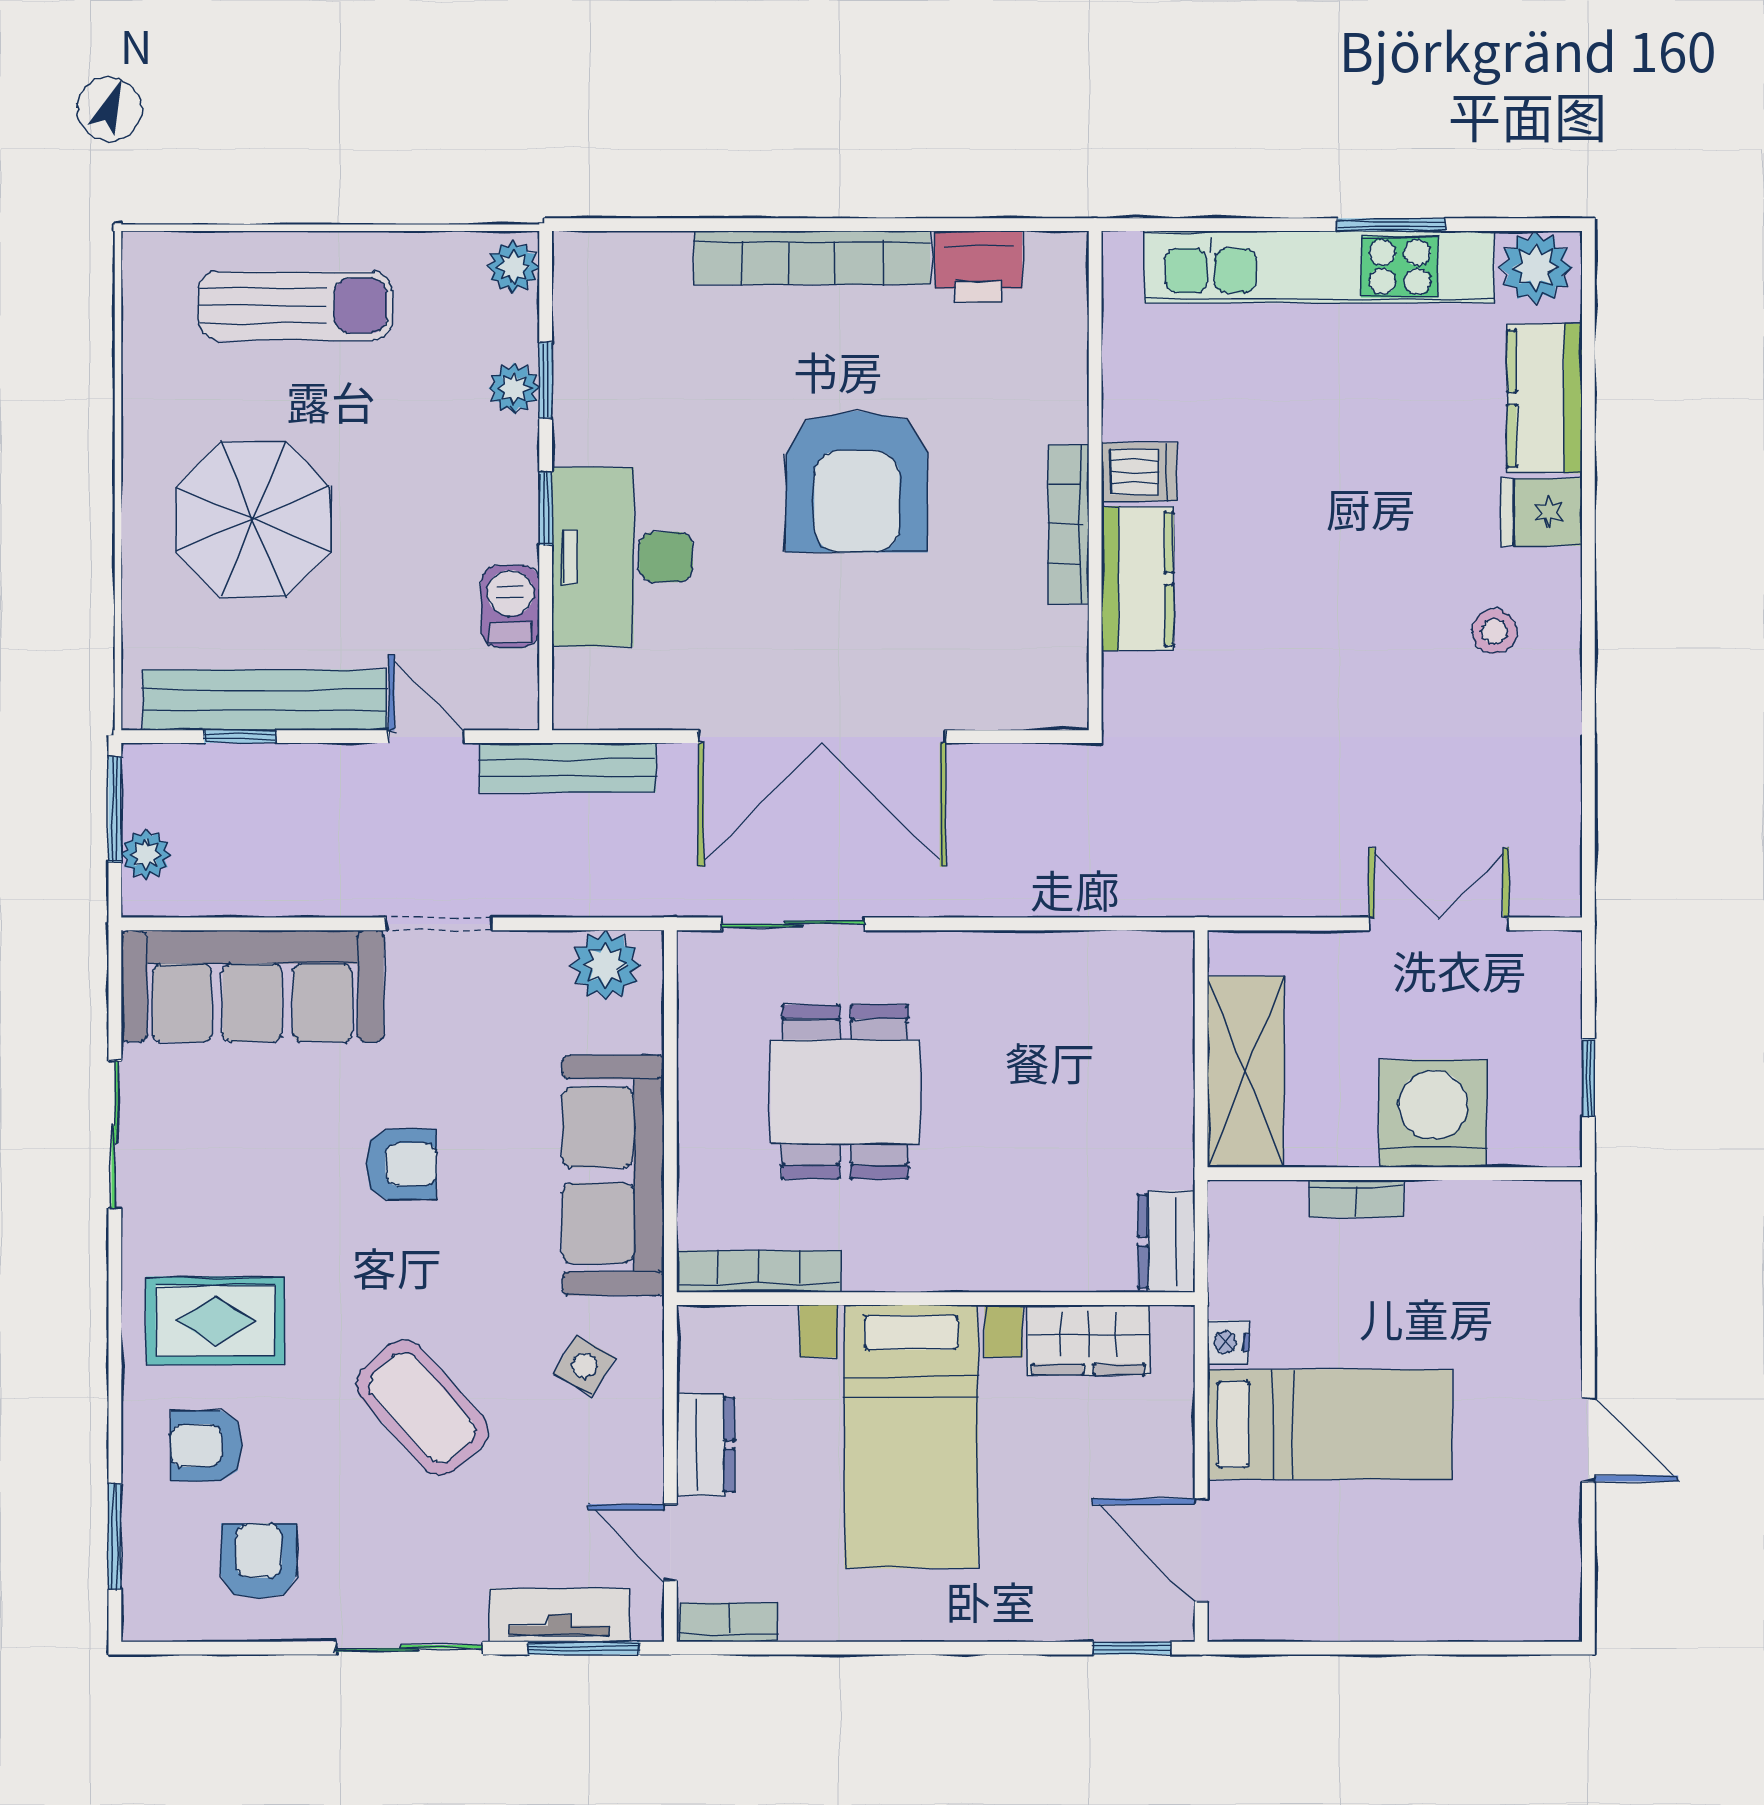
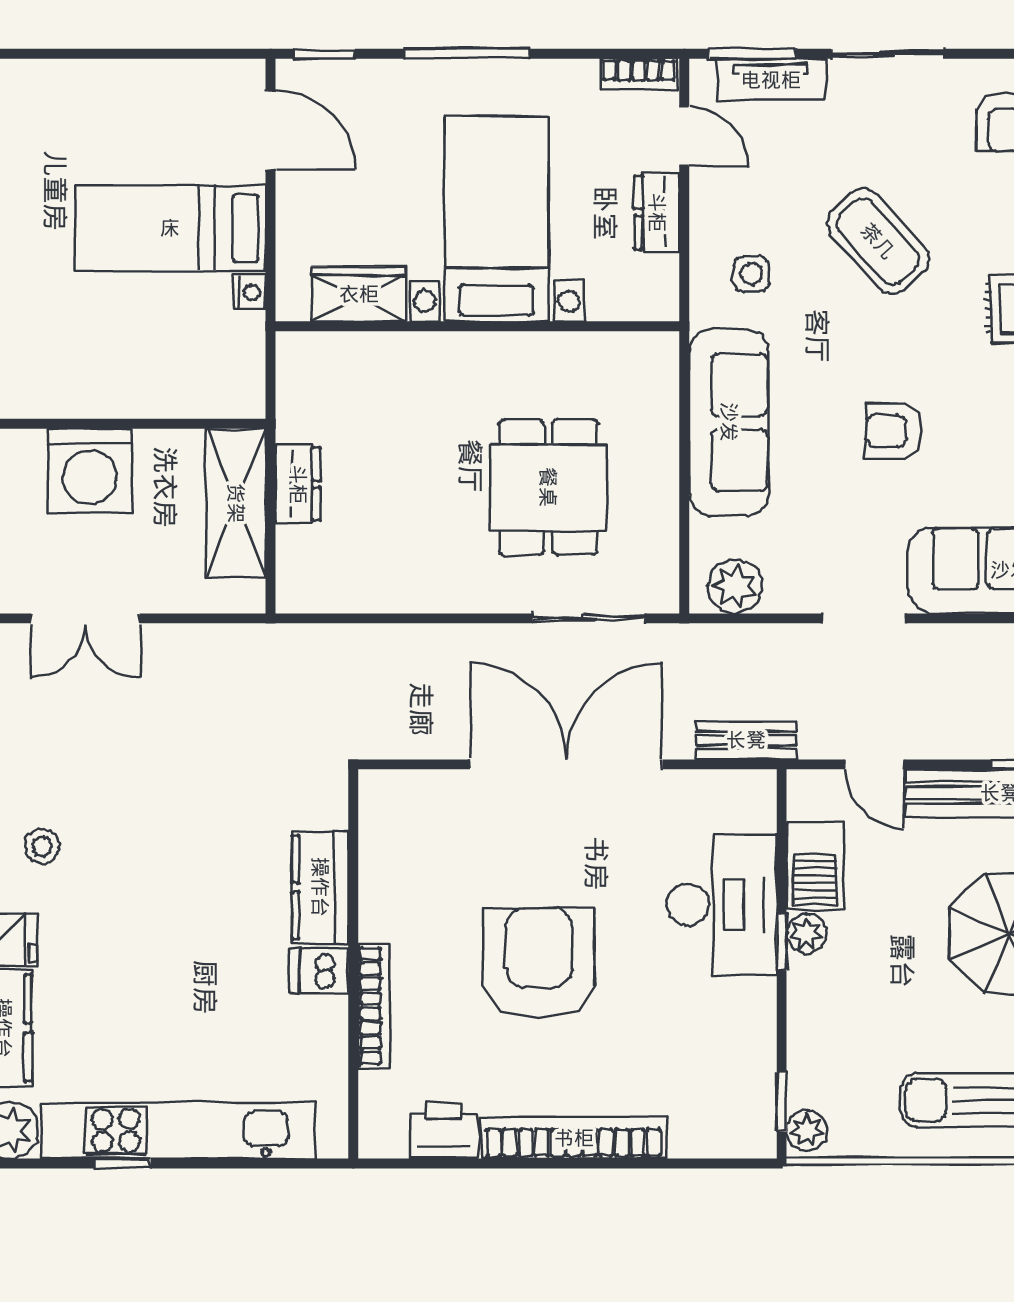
window: (1391, 225) -> (122, 1163), width x0.67
window: (546, 381) -> (782, 1102), moved
plant: (514, 388) -> (806, 934), moved
bookcase: (1069, 524) -> (374, 1006), moved
barbecue: (510, 606) -> (815, 866), width x1.38, depth x1.27
bench: (568, 768) -> (746, 740), width x0.73
bookcase: (1356, 1199) -> (150, 404), removed
dresser: (1166, 1241) -> (298, 484), moved
bookcase: (759, 1271) -> (615, 348), removed
side table: (584, 1366) -> (751, 274), turned -30
window: (949, 1648) -> (467, 54), added

